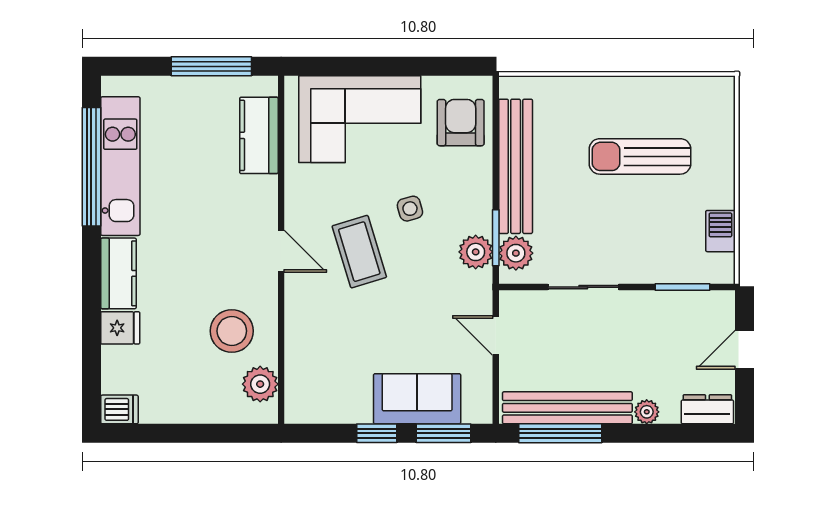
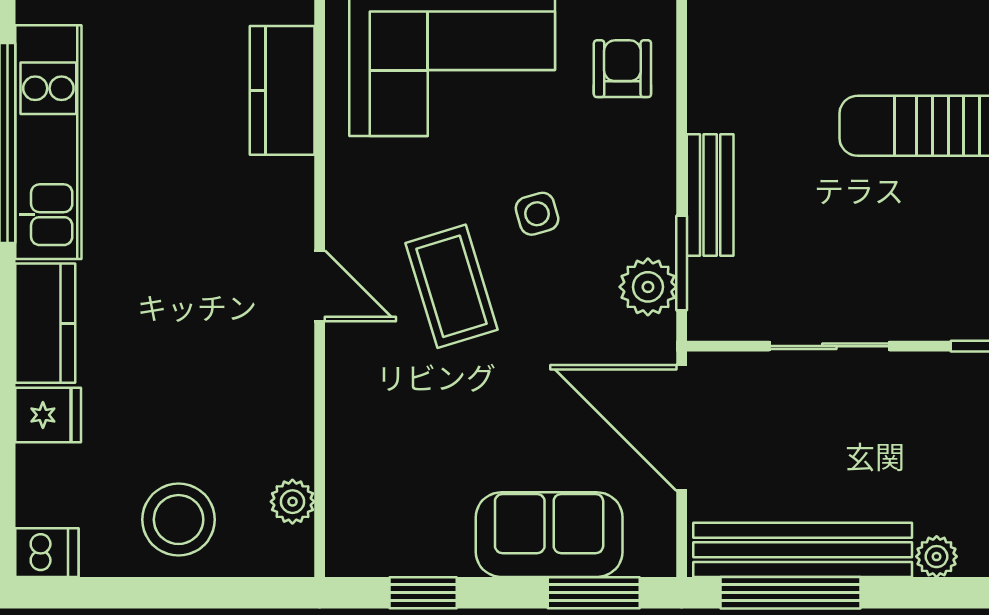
armchair: (461, 123) -> (622, 69), width x0.72, depth x0.72
bench: (516, 166) -> (710, 195), width x0.54, depth x0.82
plant: (516, 253) -> (716, 289), removed
stool: (232, 331) -> (179, 520), moved
door: (496, 335) -> (682, 428), width x1.88
plant: (260, 384) -> (292, 502), width x0.73, depth x0.73
window: (377, 433) -> (423, 593), moved

